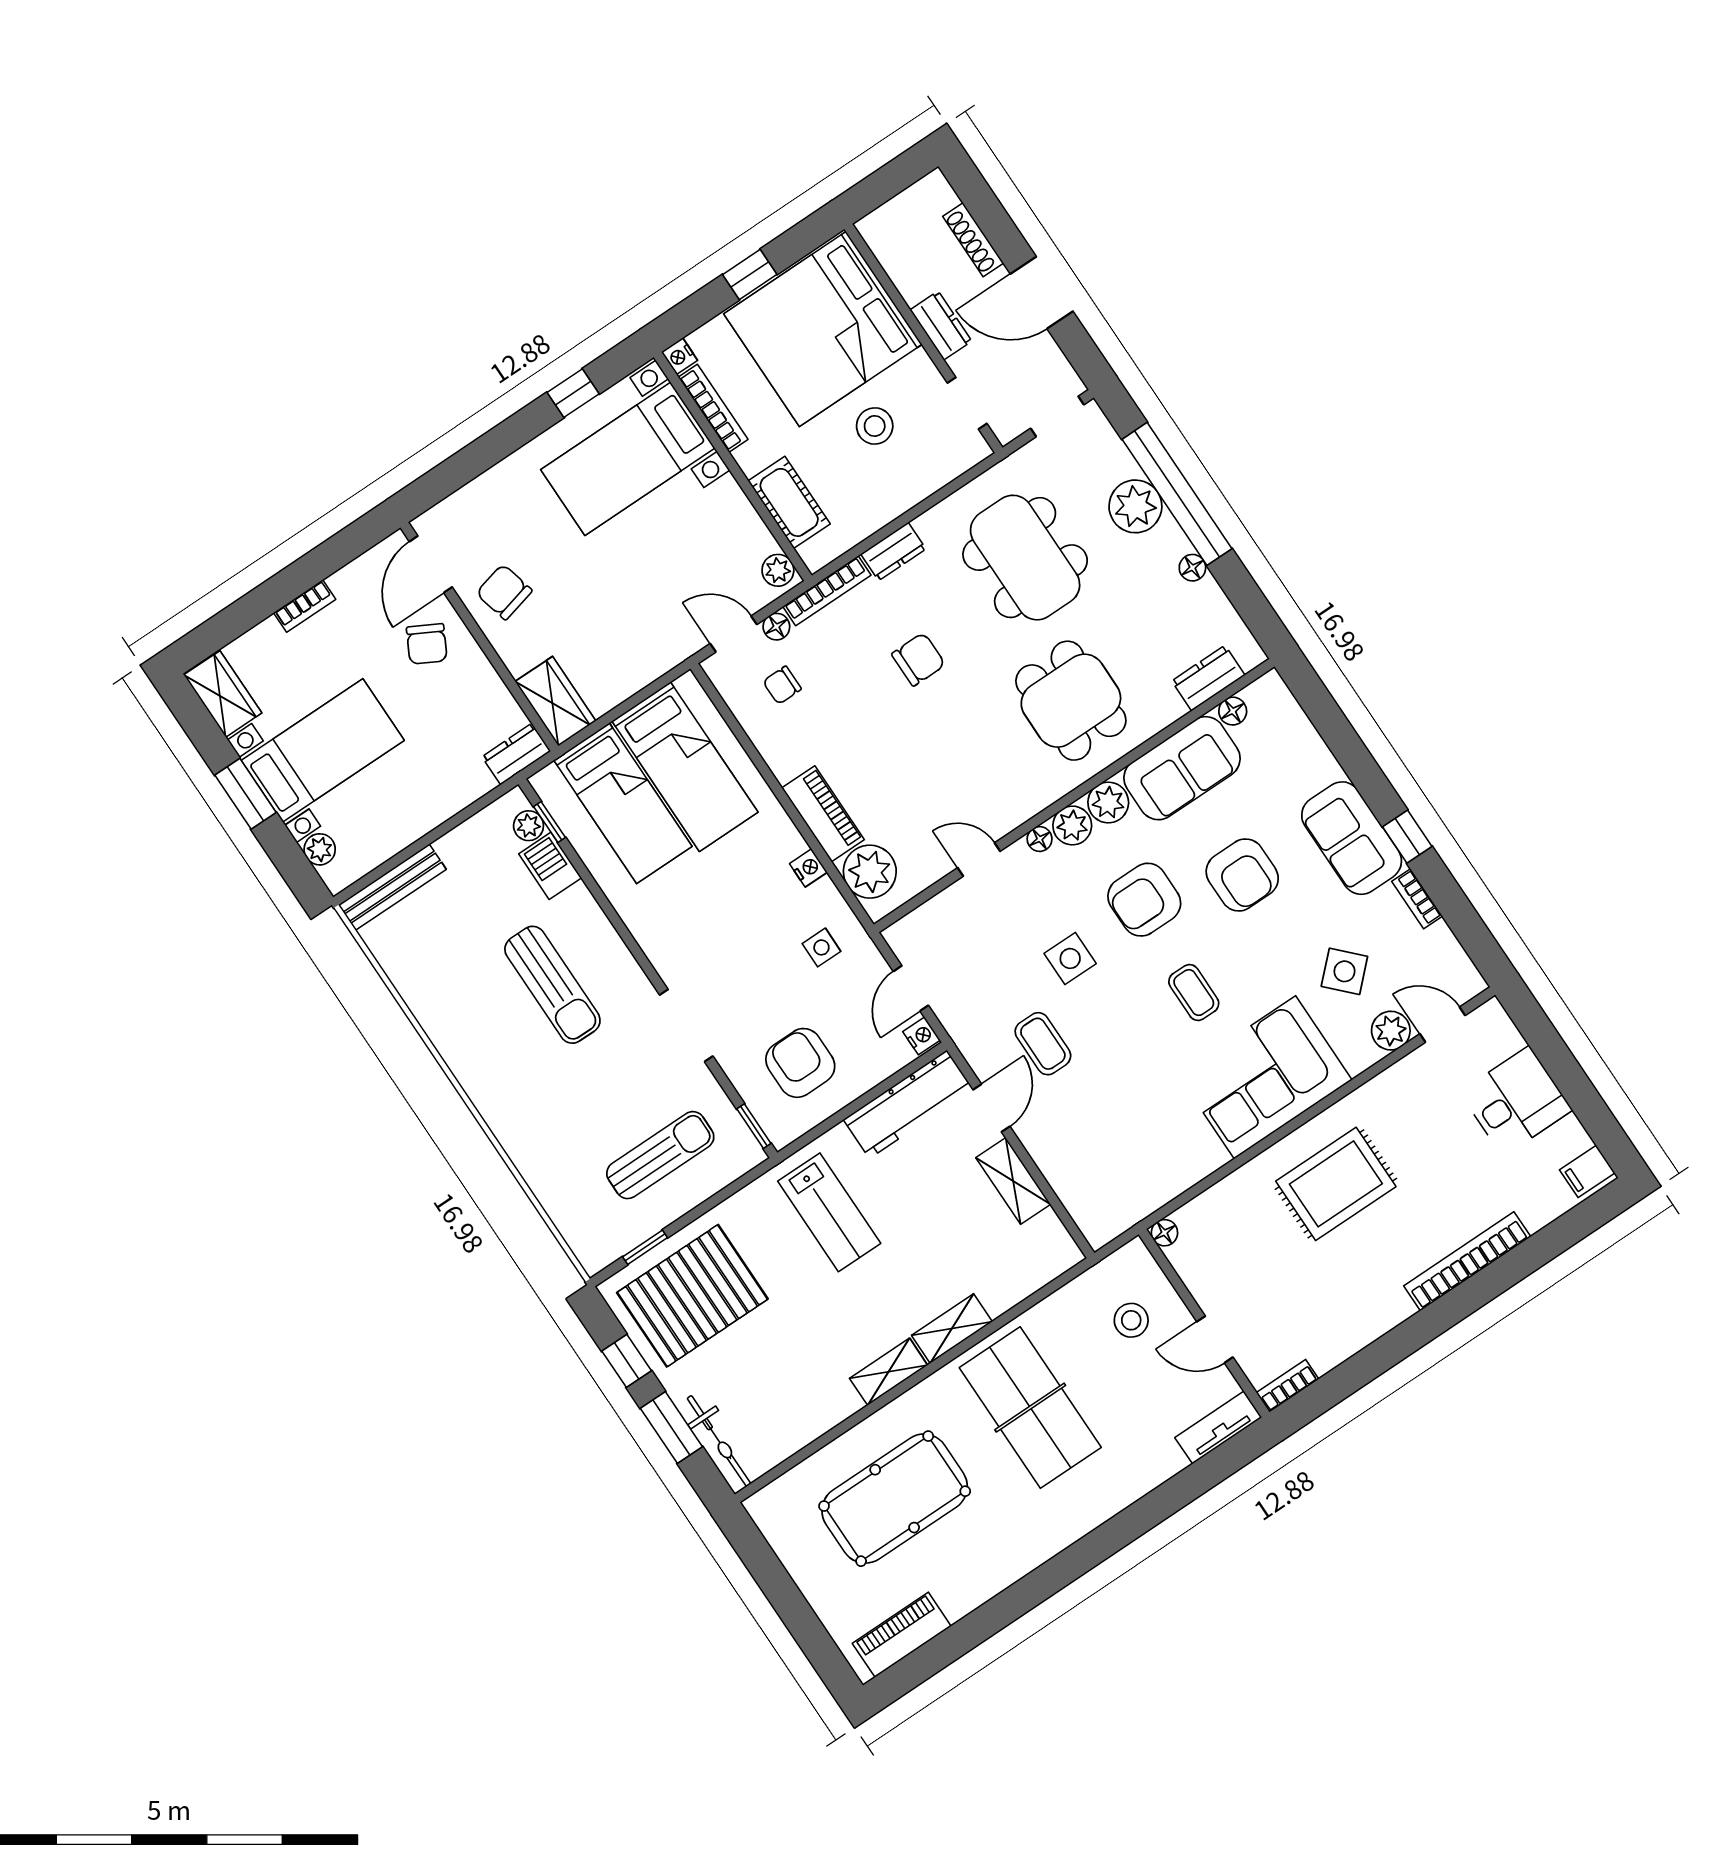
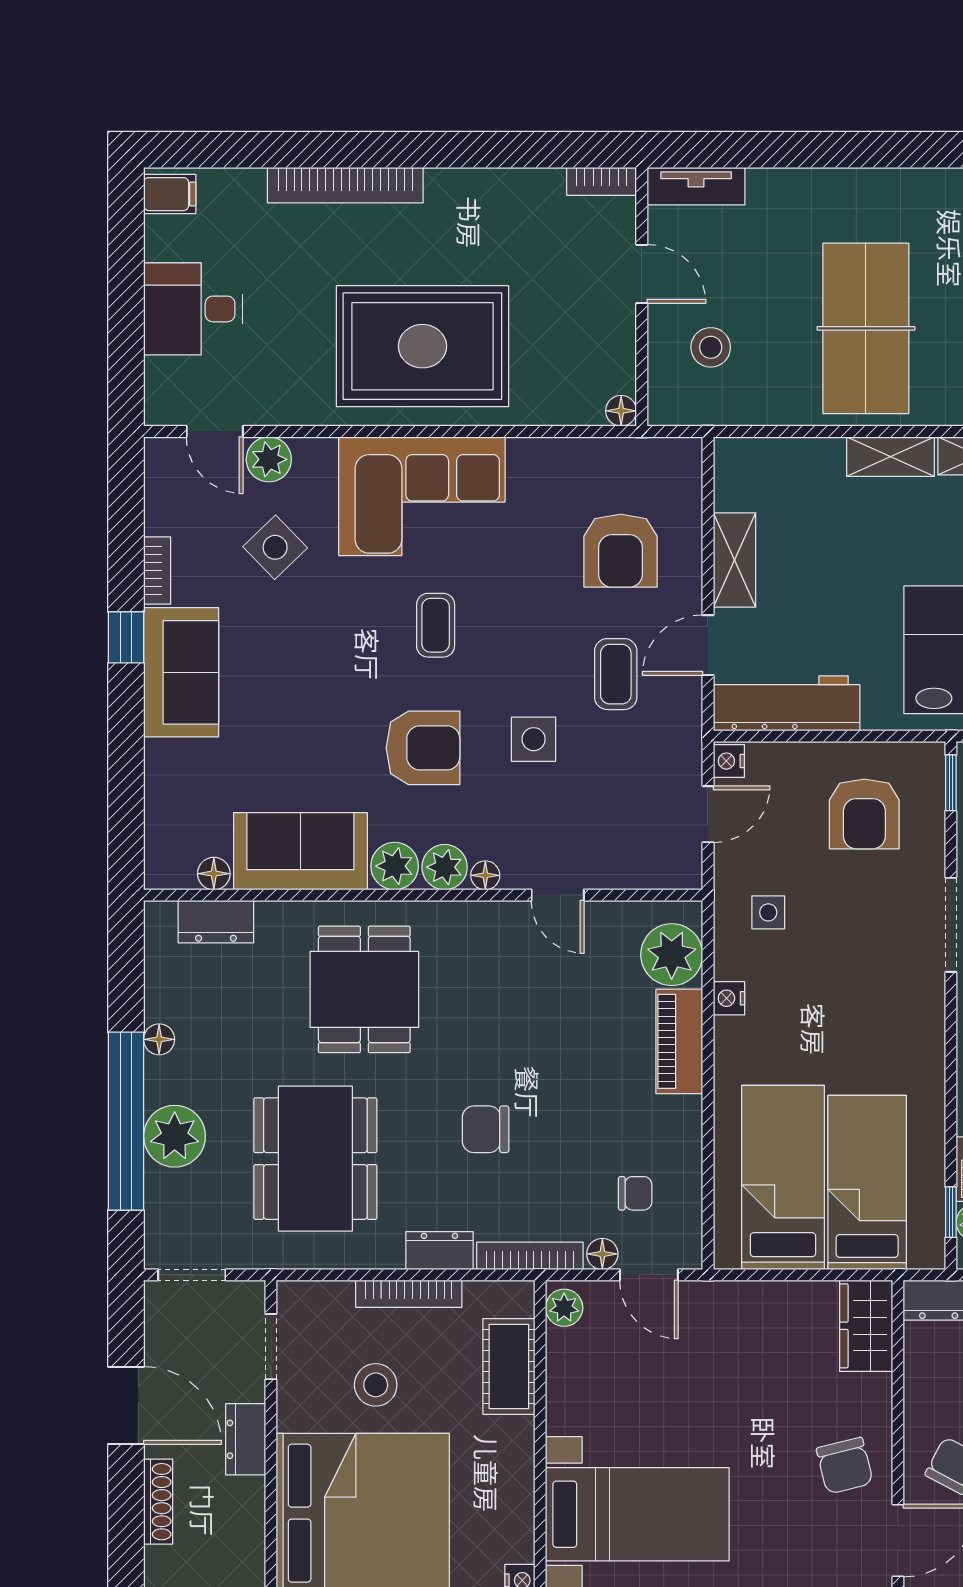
bookcase: (713, 408) -> (409, 1294), moved, turned -90
armchair: (1242, 875) -> (621, 551), moved, turned 180
rug: (1336, 1184) -> (422, 346), width x1.37, depth x1.44

